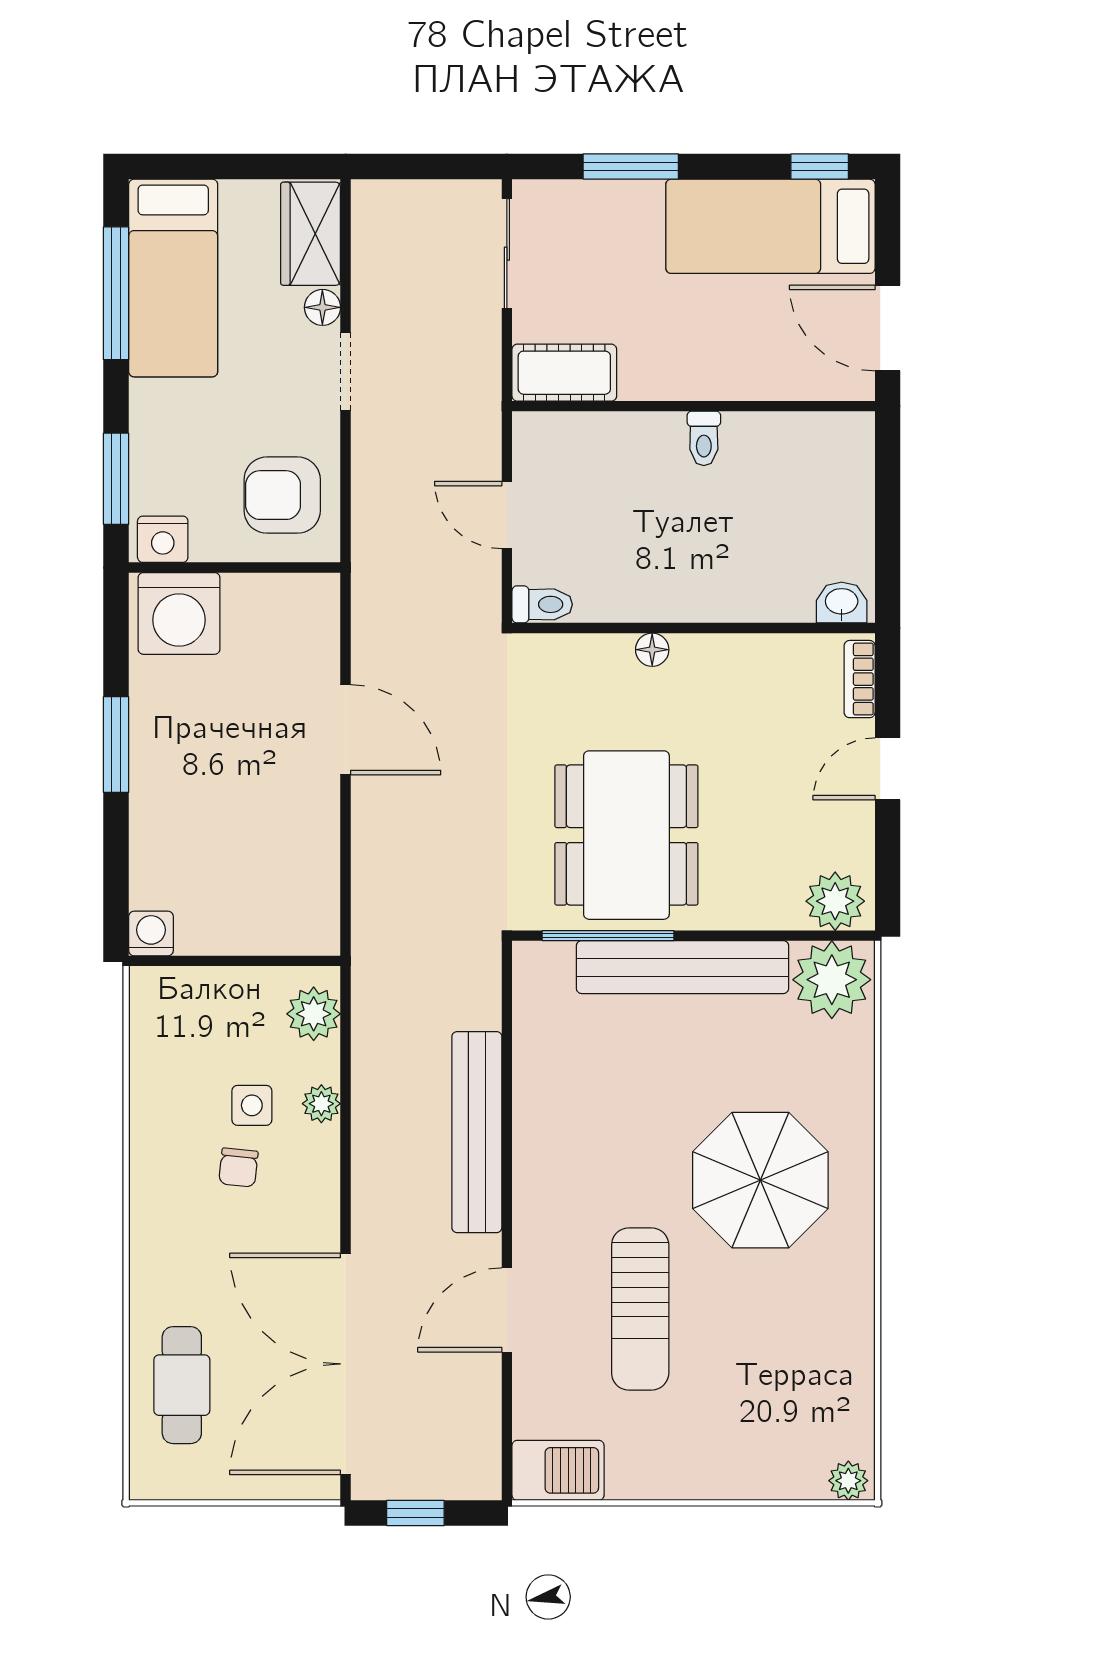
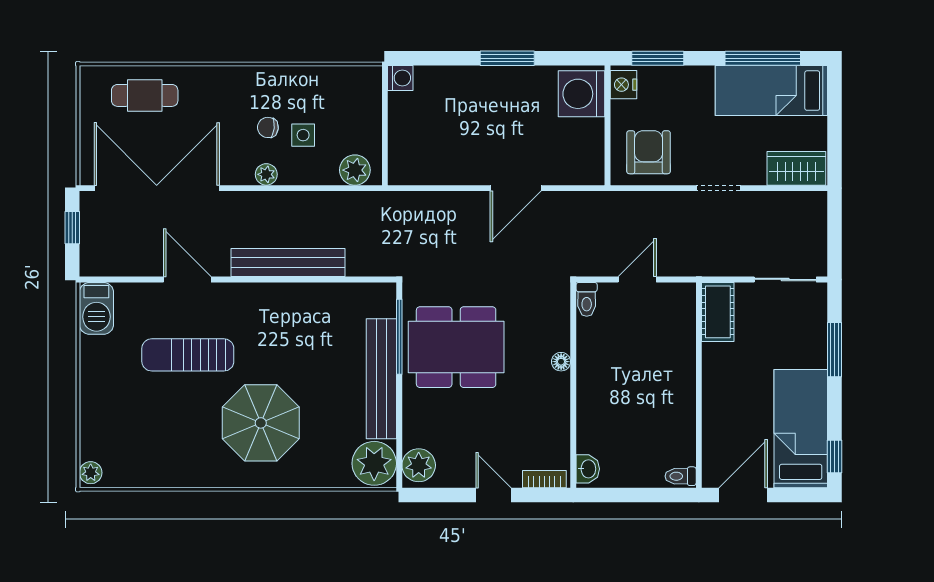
floor lamp: (322, 307) -> (755, 175), removed
toilet: (704, 438) -> (681, 476), moved
plant: (321, 1104) -> (266, 174), moved

